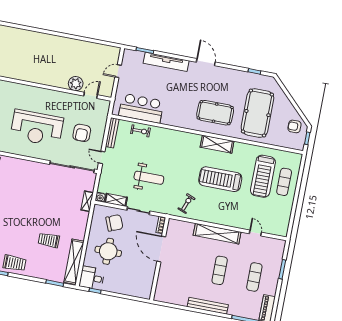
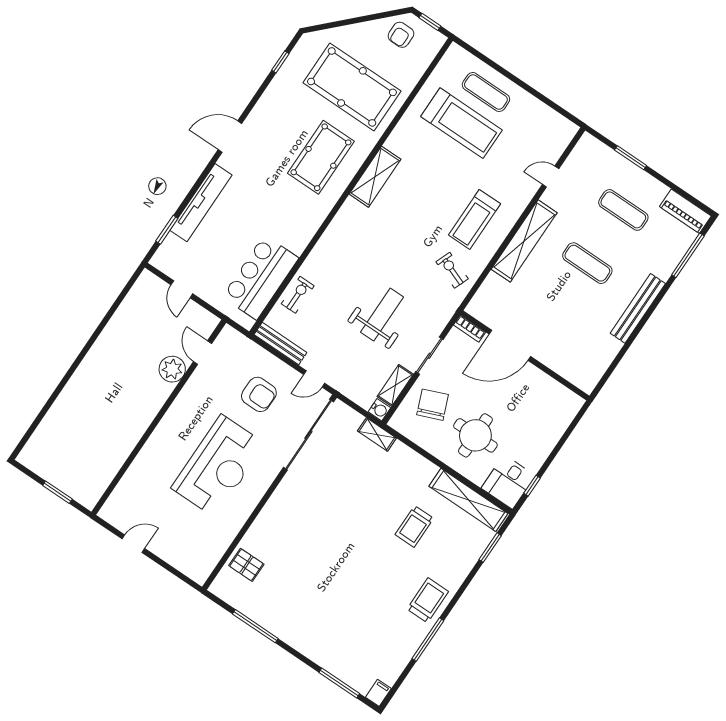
treadmill: (220, 179) -> (474, 219), moved, width x0.73, depth x0.73

